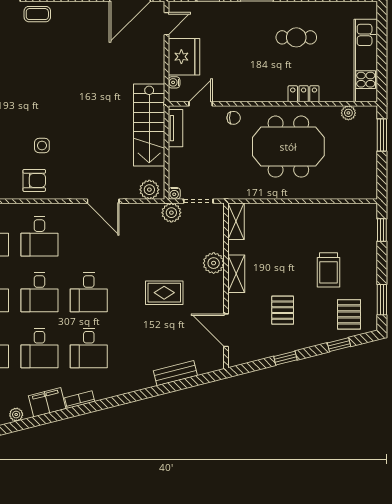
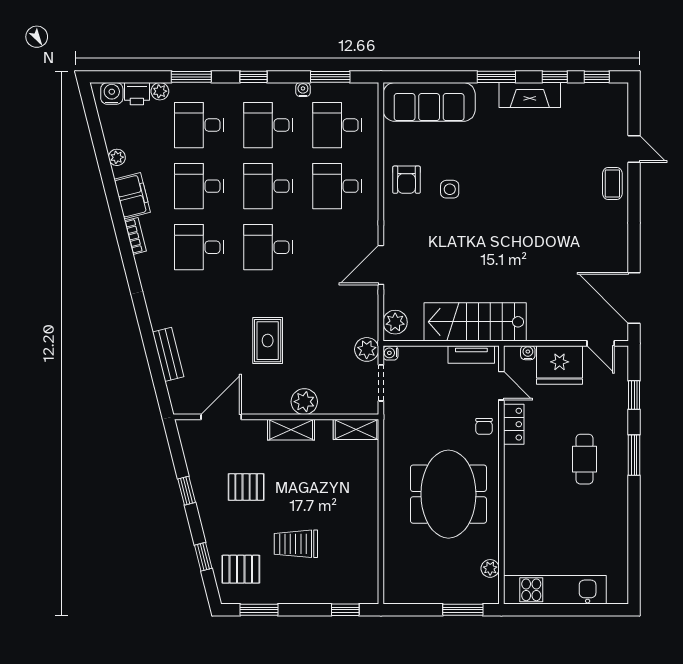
cafe table: (296, 37) -> (584, 459), moved
locker: (304, 94) -> (514, 424), moved

